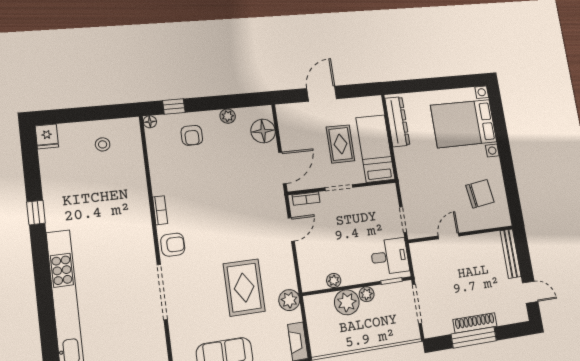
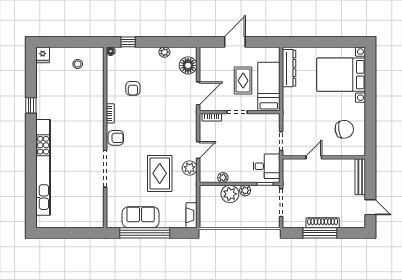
armchair: (192, 135) -> (133, 88), moved
door: (291, 229) -> (198, 150), moved
plant: (289, 300) -> (190, 168), moved

